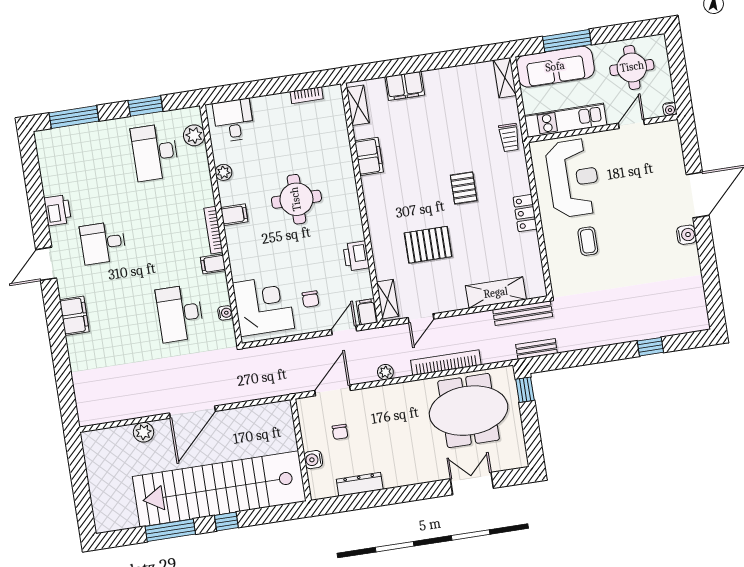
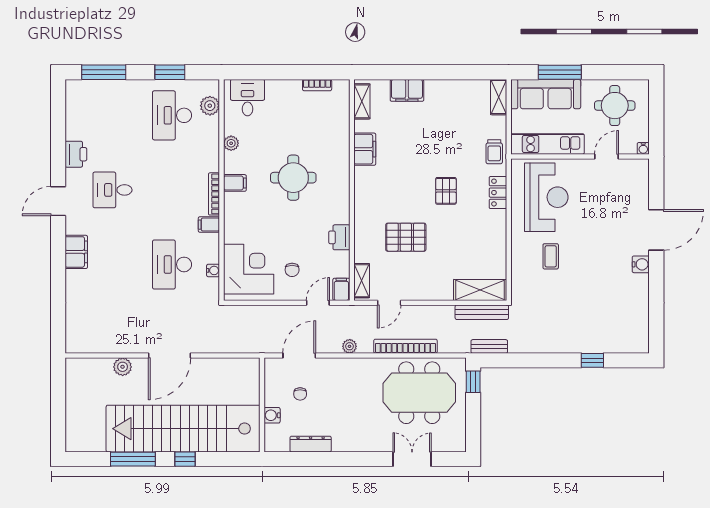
locker: (525, 213) -> (498, 193), moved
shelving: (496, 293) -> (480, 290), moved

